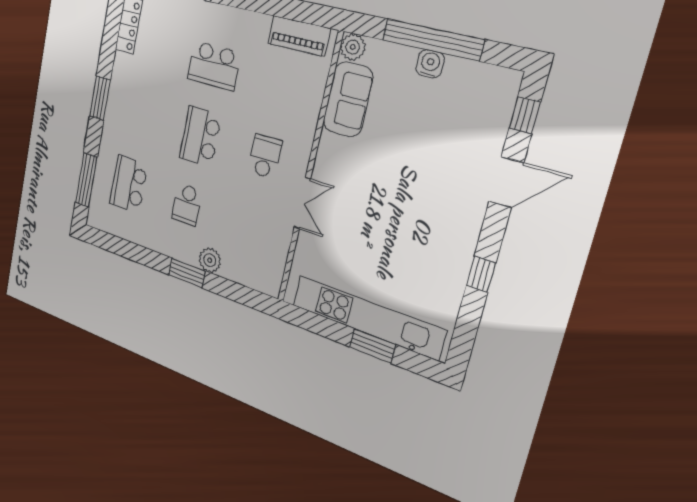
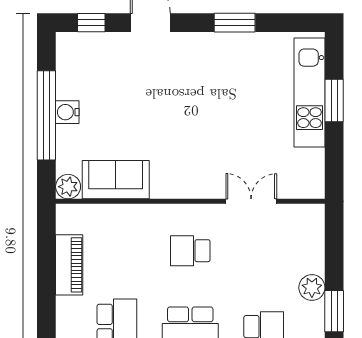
piano: (299, 36) -> (69, 265), moved
double door: (302, 203) -> (251, 201), moved
window: (481, 274) -> (235, 23), width x1.50
kitchen unit: (367, 317) -> (309, 92), width x0.73

